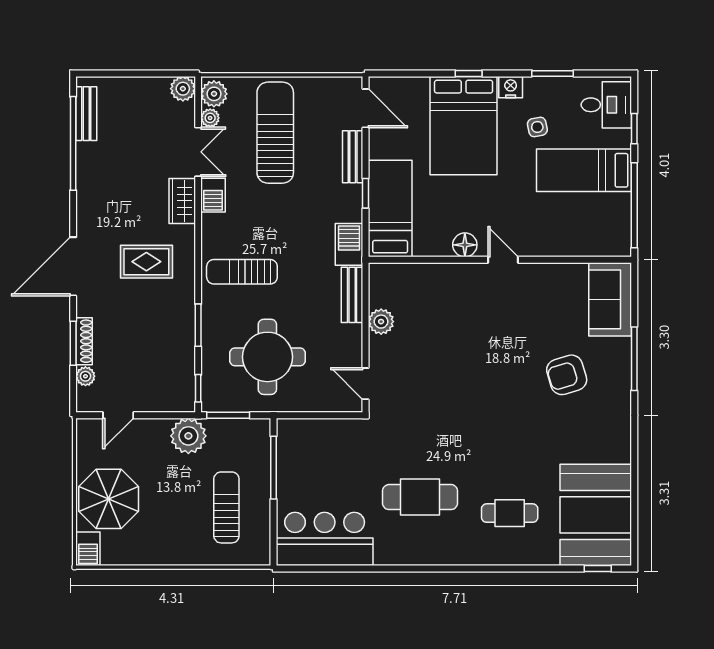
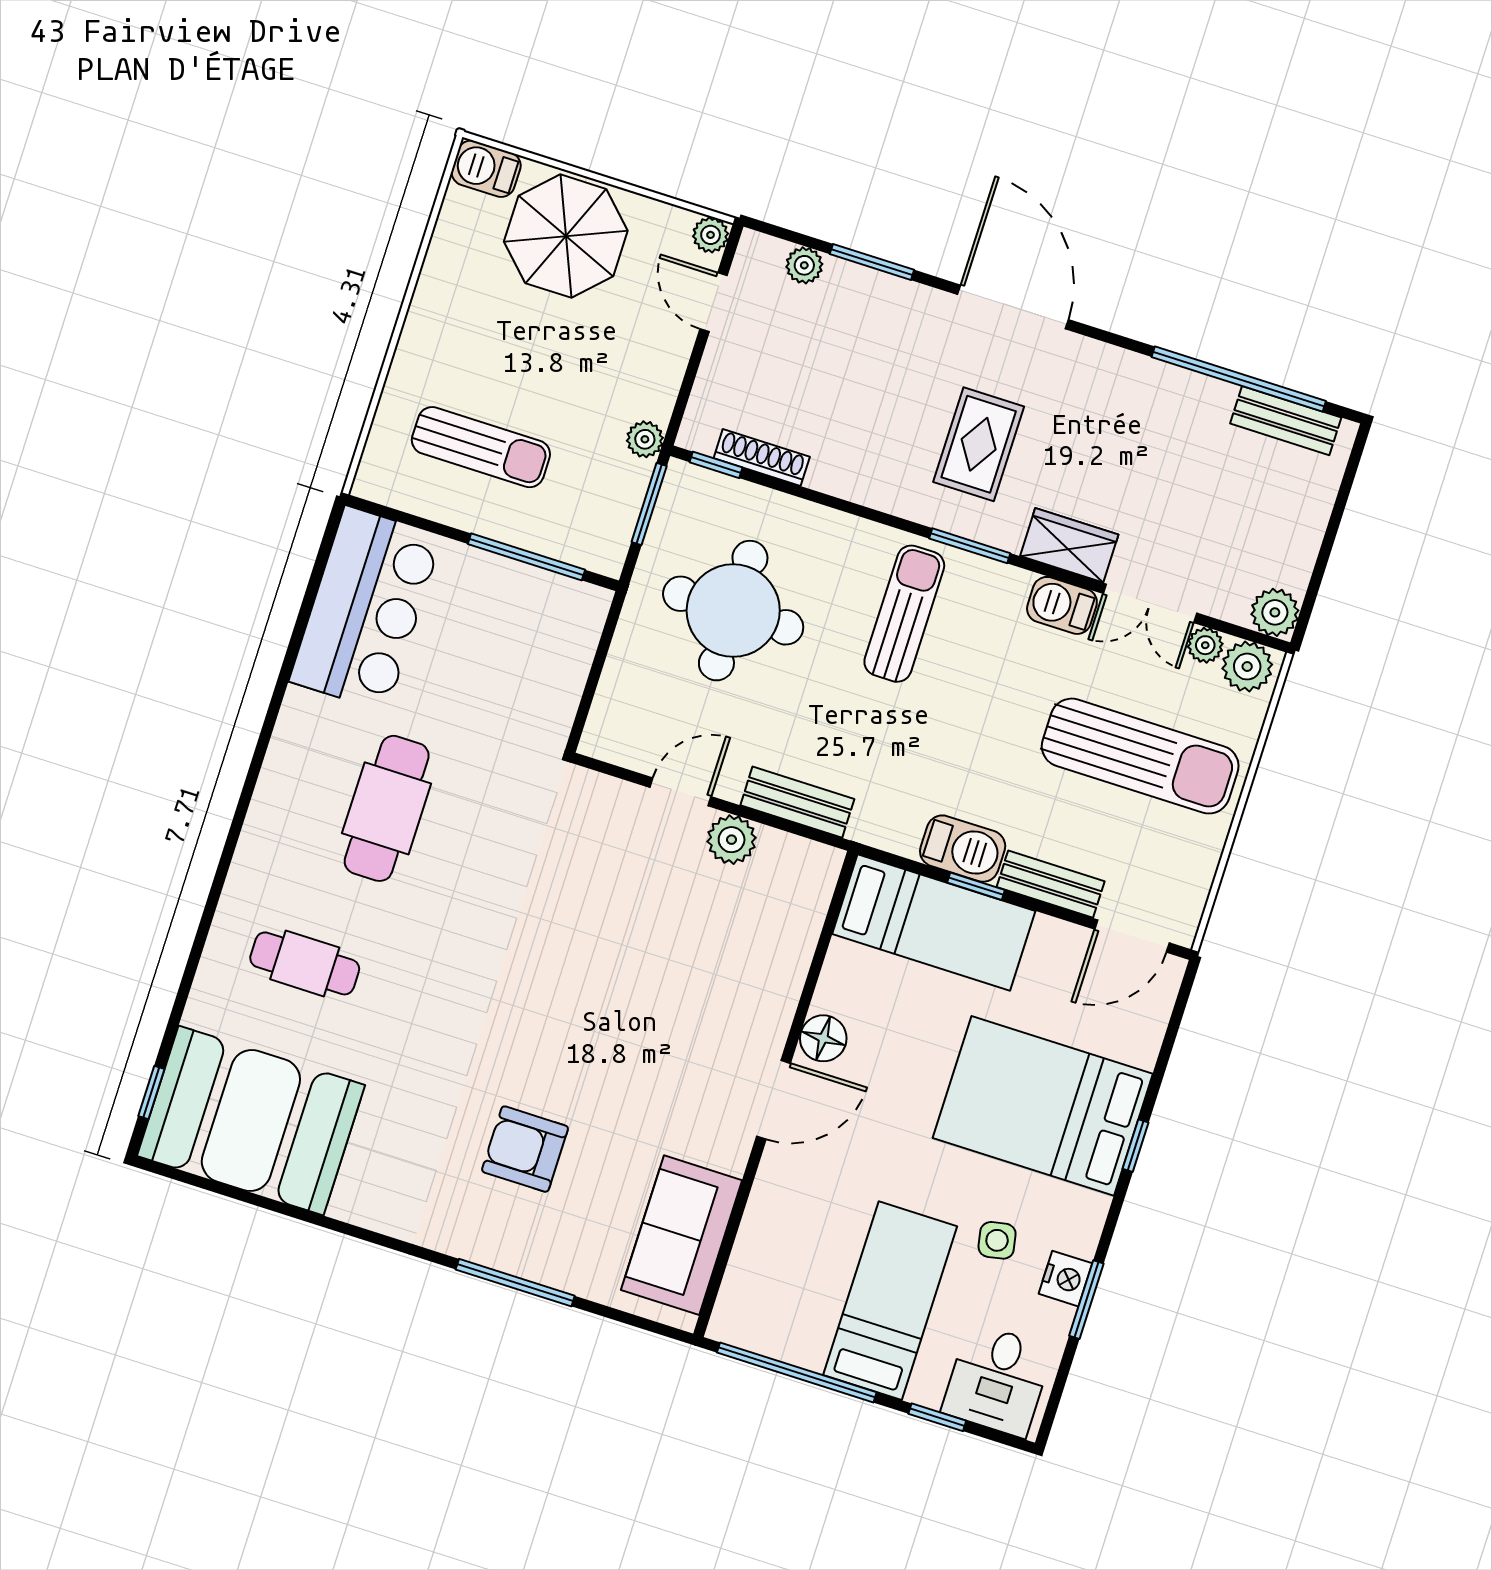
nightstand: (511, 87) -> (1065, 1279), moved
barbecue: (349, 244) -> (963, 849), moved
door: (503, 260) -> (774, 1100), width x1.38
sofa: (610, 299) -> (682, 1235), moved, turned -90
window: (198, 325) -> (970, 546), moved
shoe rack: (84, 341) -> (762, 457), moved, turned 180
armchair: (567, 375) -> (525, 1149), turned -73
door: (365, 384) -> (681, 792), moved
plant: (85, 427) -> (711, 235), added
plant: (188, 436) -> (645, 439), width x0.53, depth x0.53
cafe table: (510, 513) -> (305, 963), turned 90

